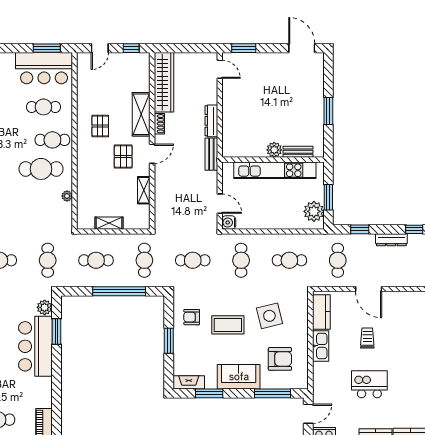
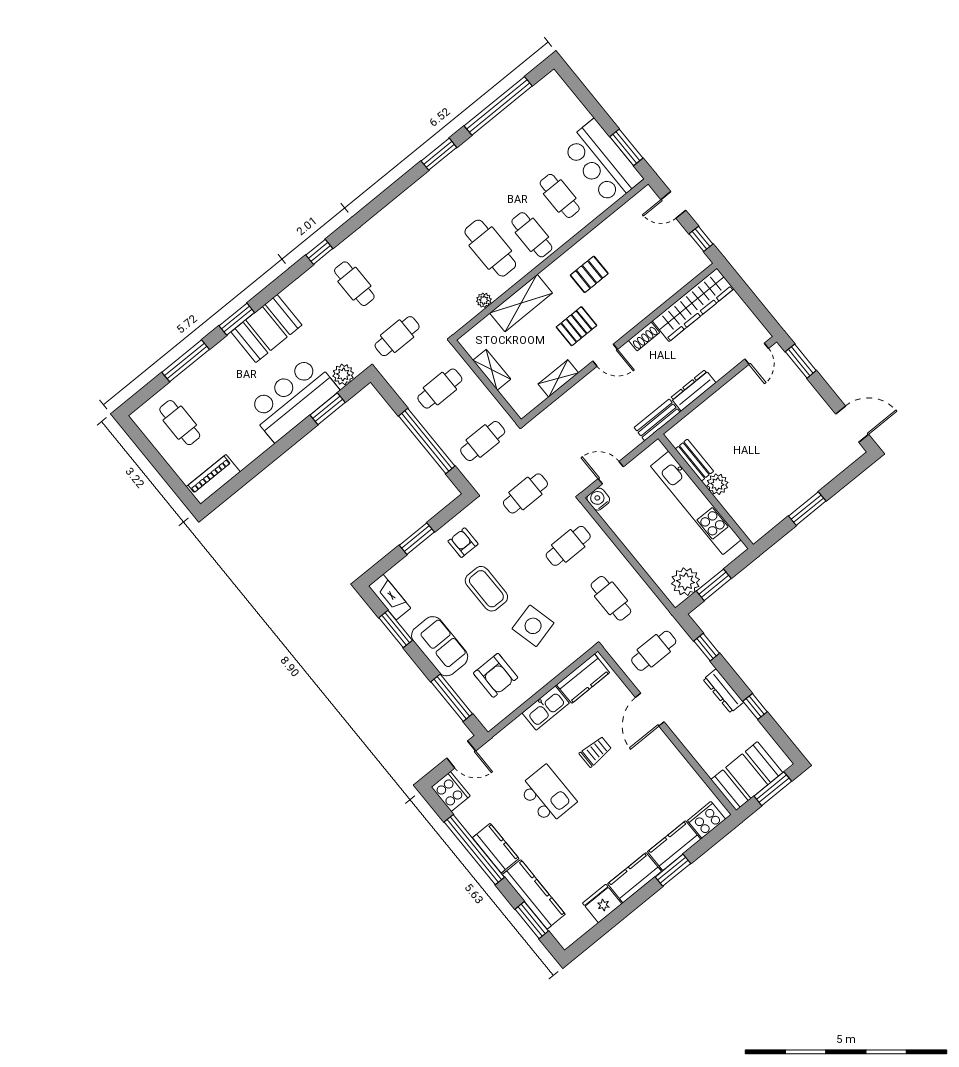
door: (302, 48) -> (852, 424), hinge flipped
shelving: (141, 114) -> (521, 303), moved
bench: (298, 152) -> (694, 460), moved
door: (220, 204) -> (611, 473), swing flipped
cafe table: (96, 260) -> (440, 389), turned 90
cafe table: (193, 260) -> (525, 493), turned 90

